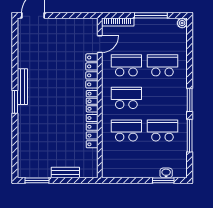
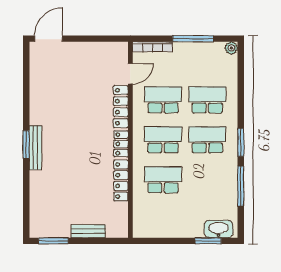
bench: (22, 87) -> (35, 148), moved
school desk: (162, 130) -> (207, 140), moved
washbasin: (166, 173) -> (219, 229), width x1.91, depth x1.45

